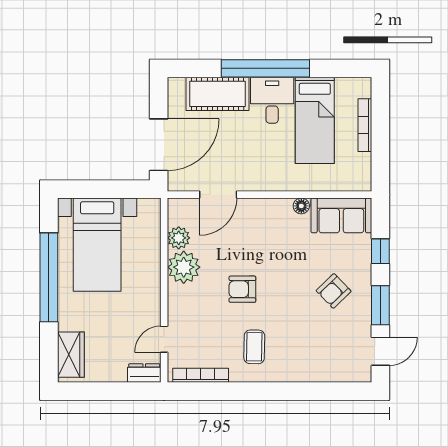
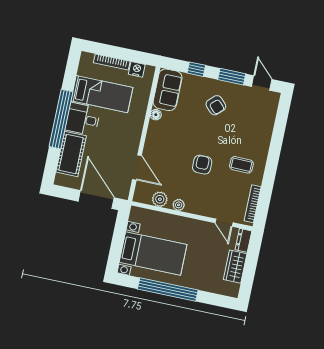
nightstand: (362, 164) -> (137, 69), added
plant: (184, 267) -> (179, 205), width x0.53, depth x0.53
armchair: (242, 289) -> (202, 165), turned 180
wardrobe: (71, 355) -> (235, 267), moved, turned -90

